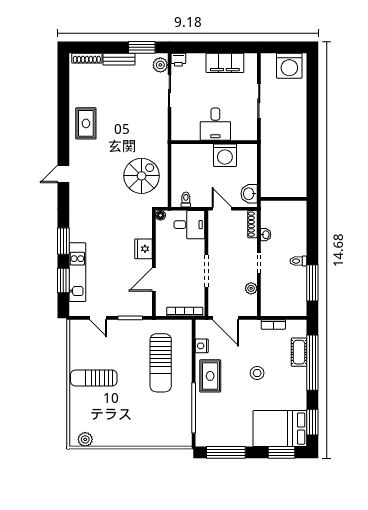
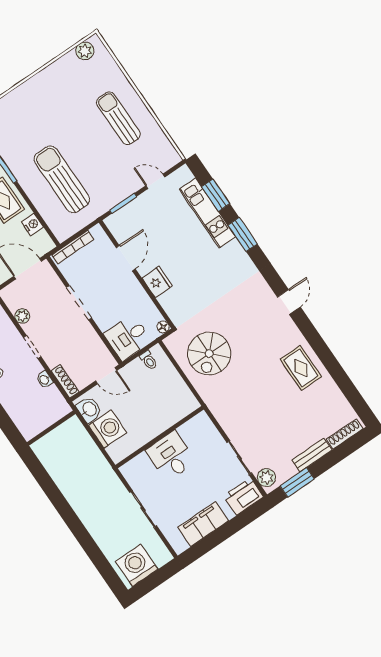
printer: (178, 60) -> (243, 496), width x1.87, depth x1.48
washing machine: (225, 155) -> (108, 429), moved, turned 90
sun lounger: (94, 378) -> (118, 118), turned -90

